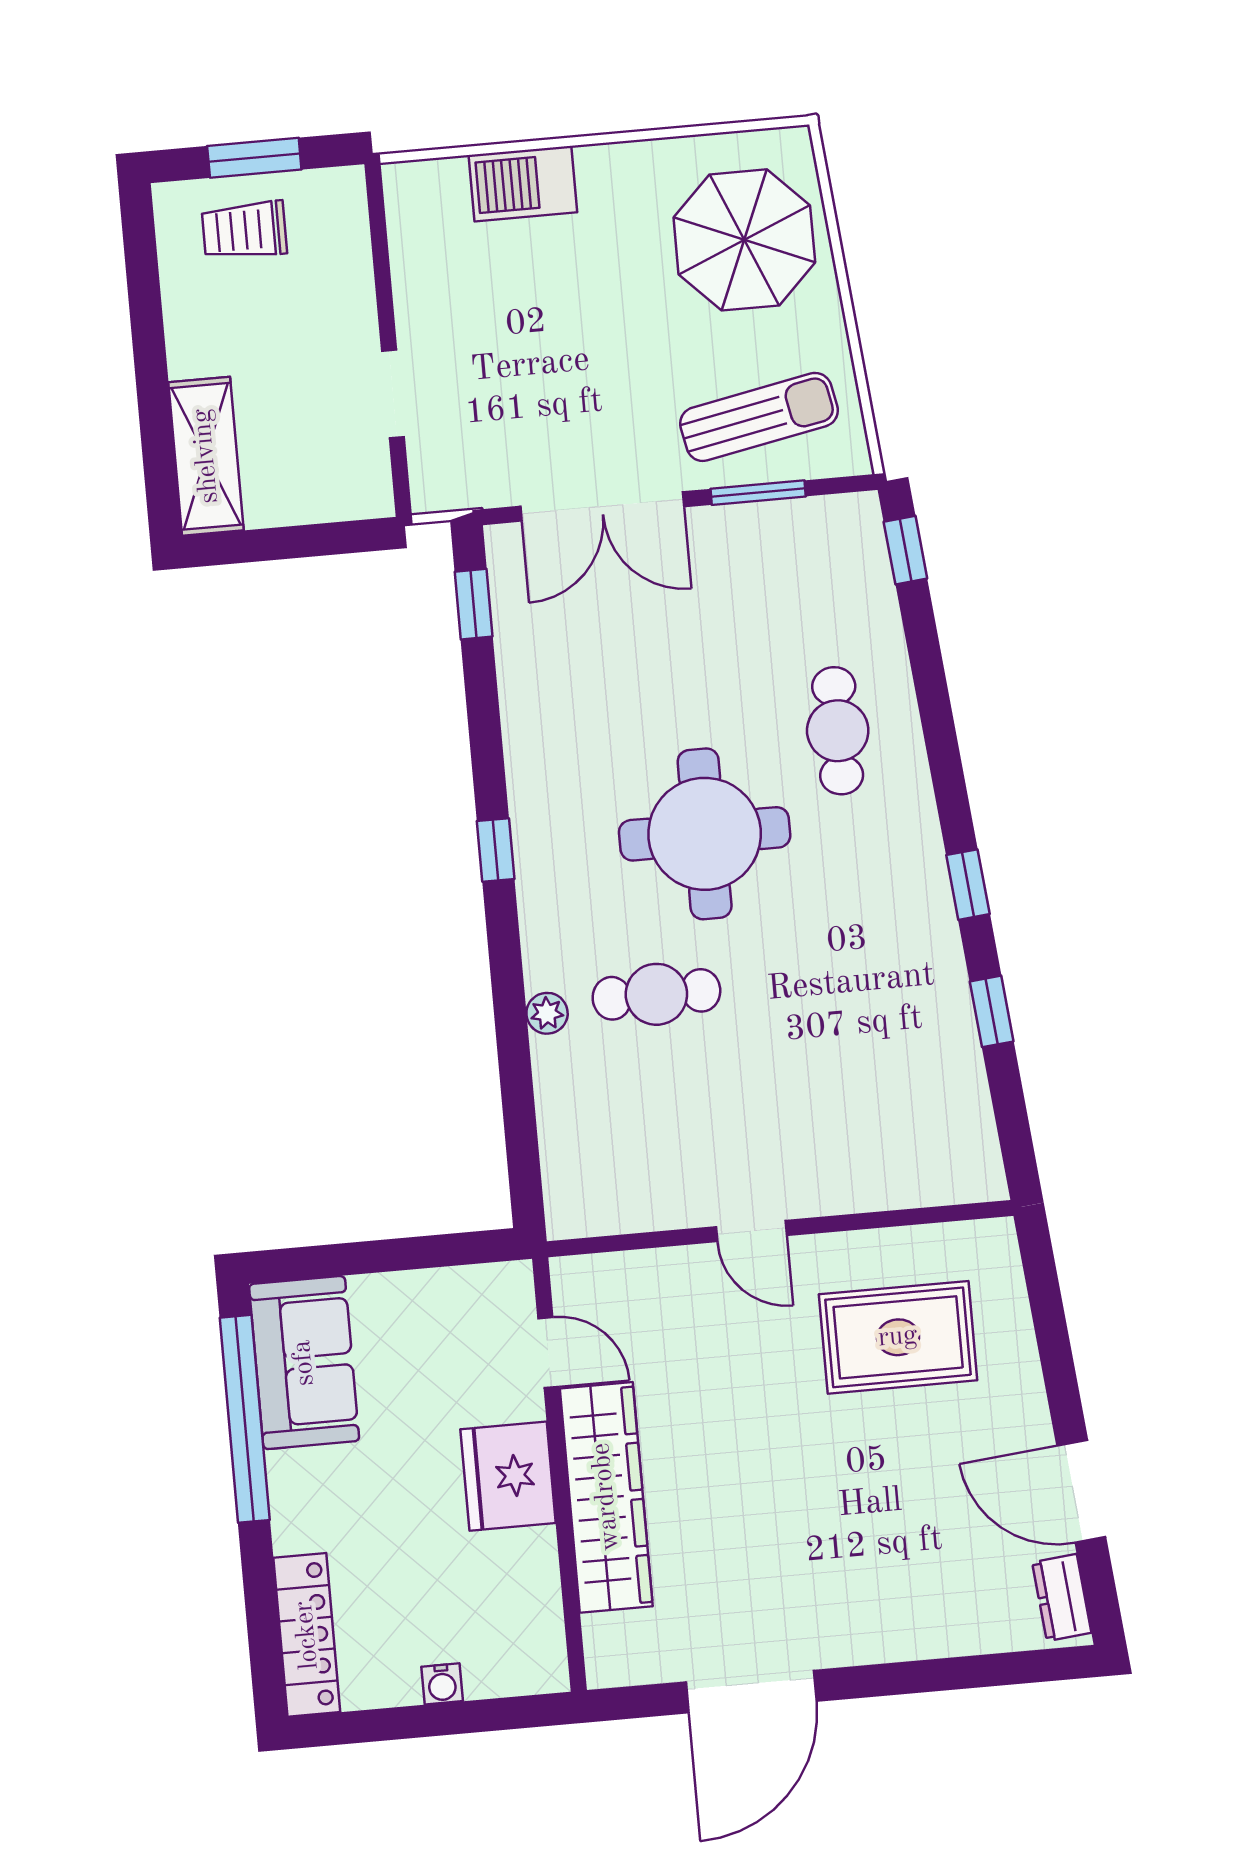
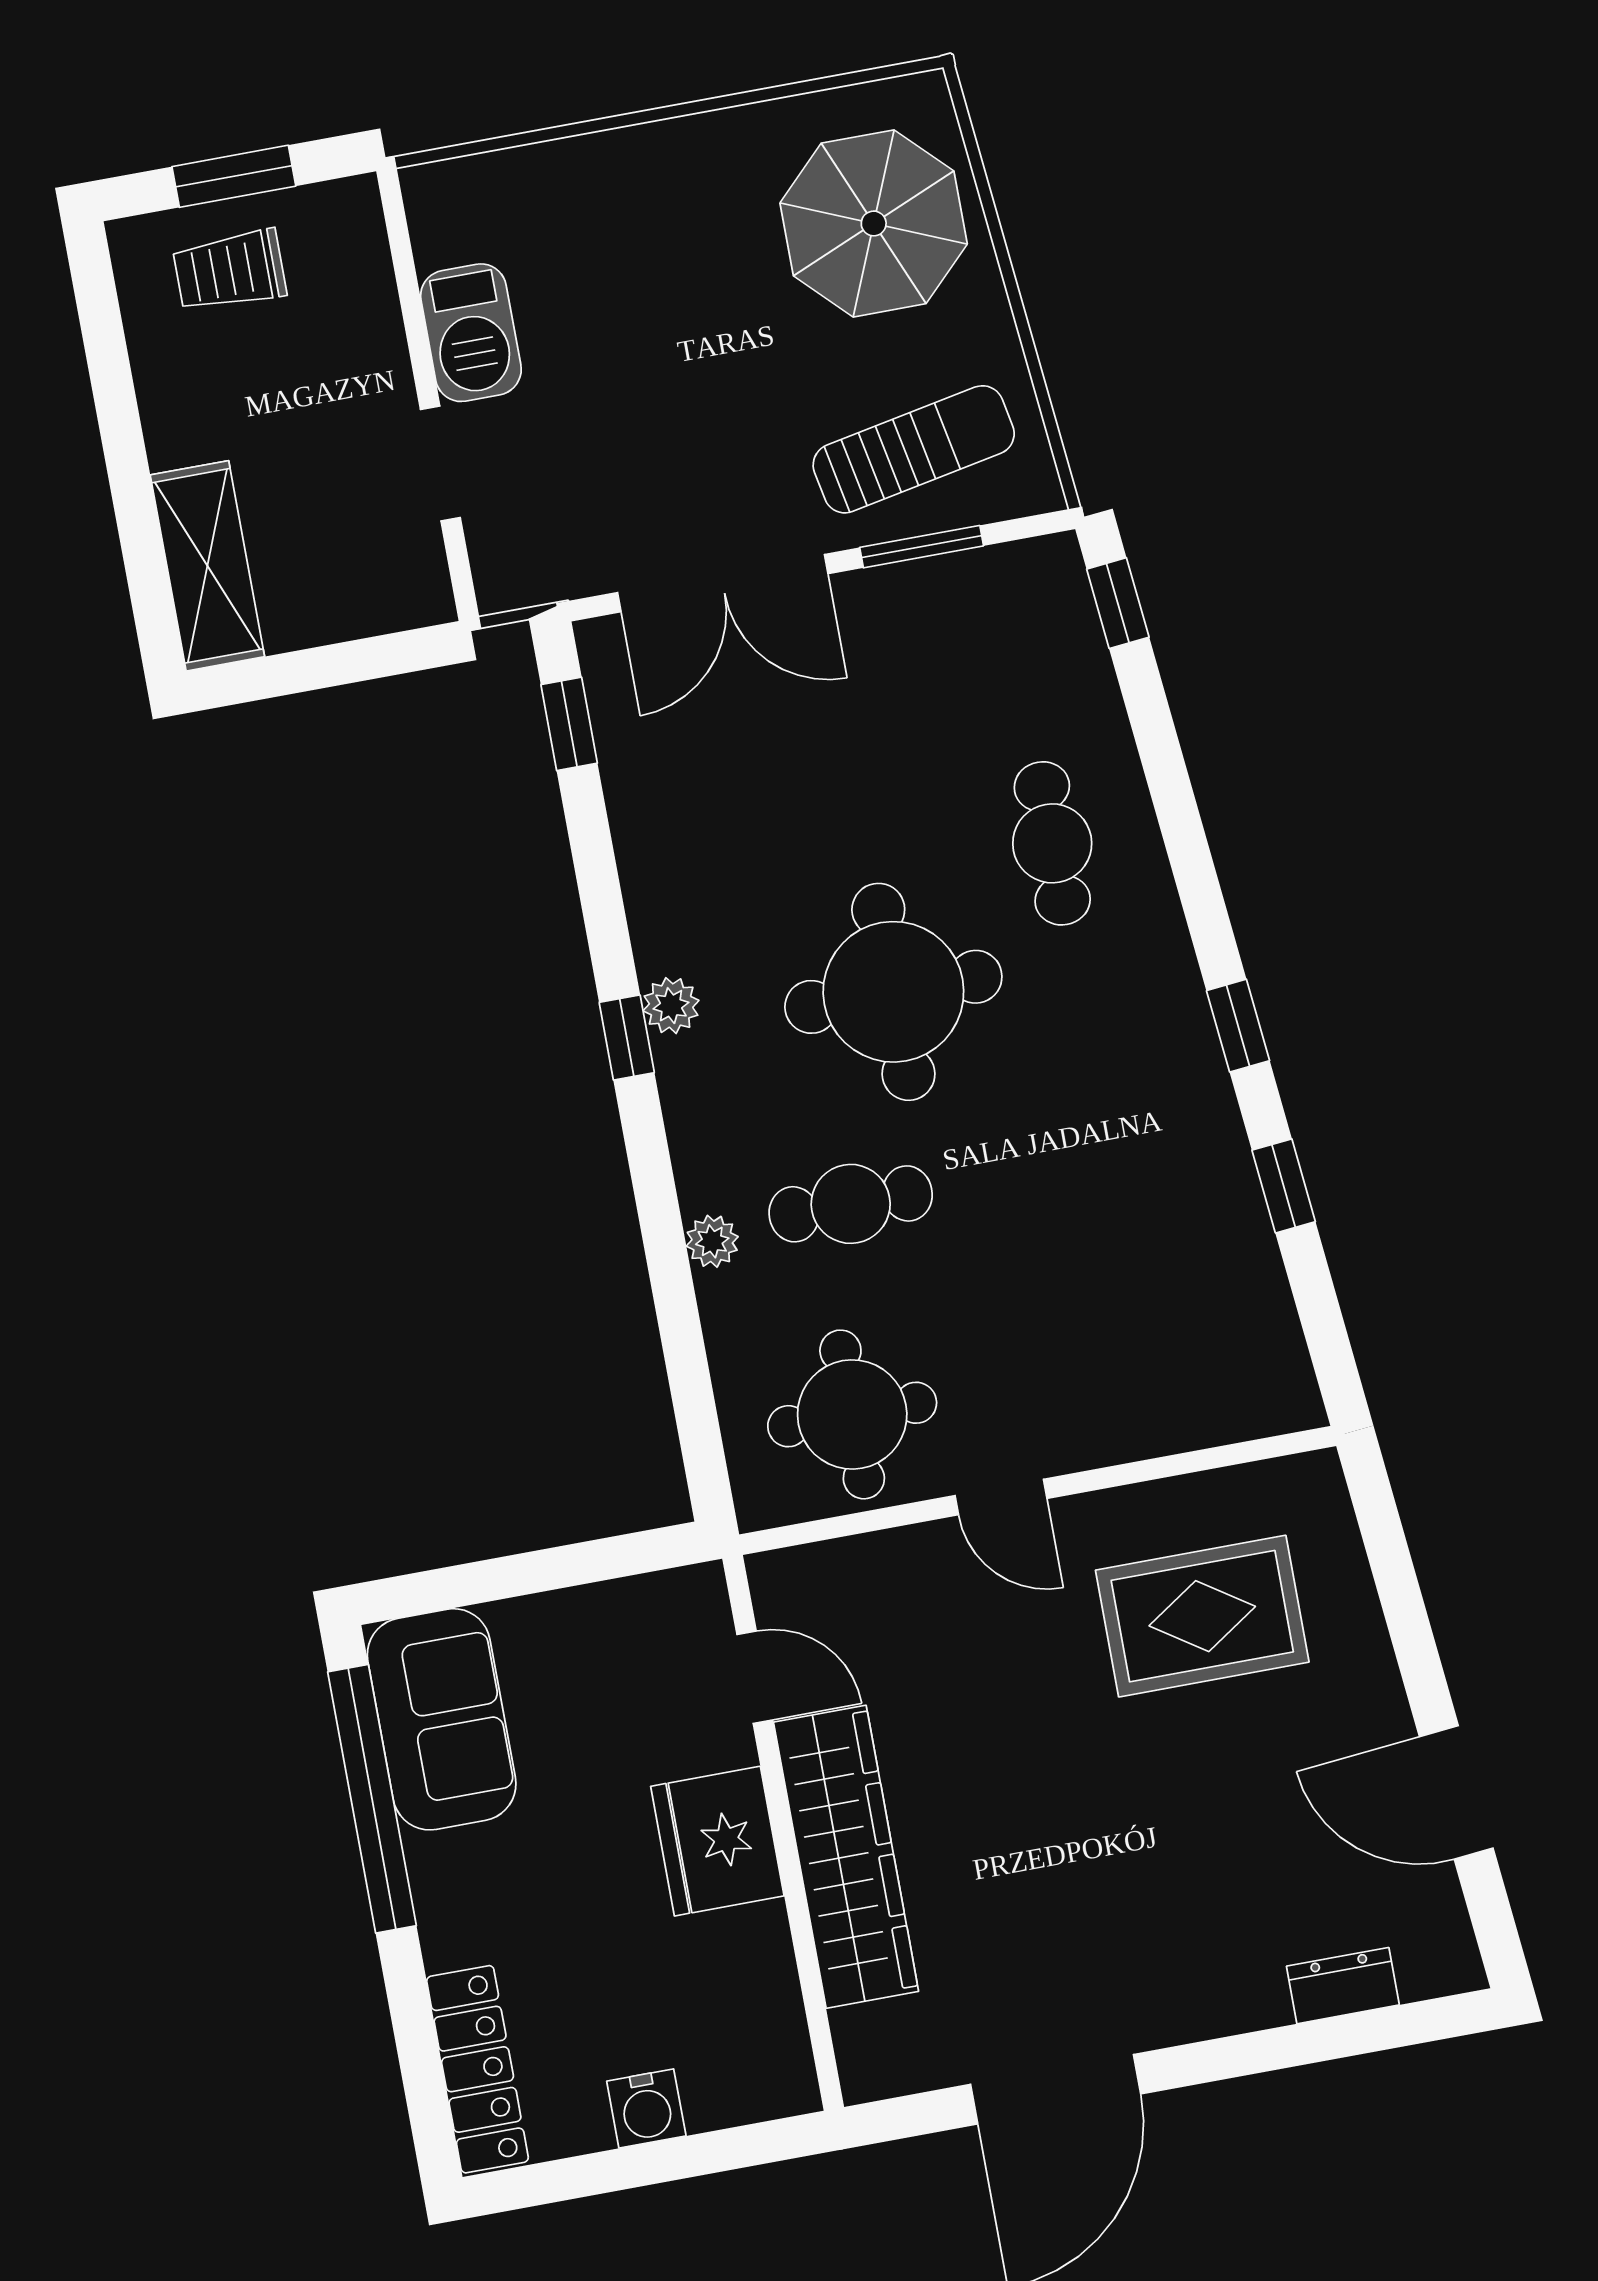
barbecue: (523, 184) -> (471, 333), moved, turned -90
plant: (532, 829) -> (671, 1006), added
round table: (643, 1157) -> (852, 1414), added
dresser: (1062, 1597) -> (1343, 1986), moved, turned 95
water cooler: (442, 1684) -> (646, 2108), width x1.38, depth x1.38

